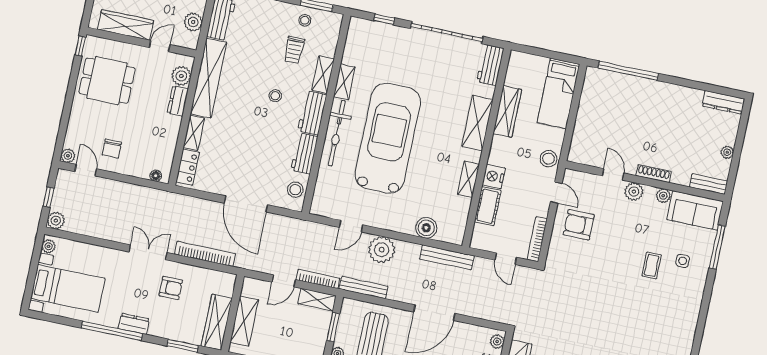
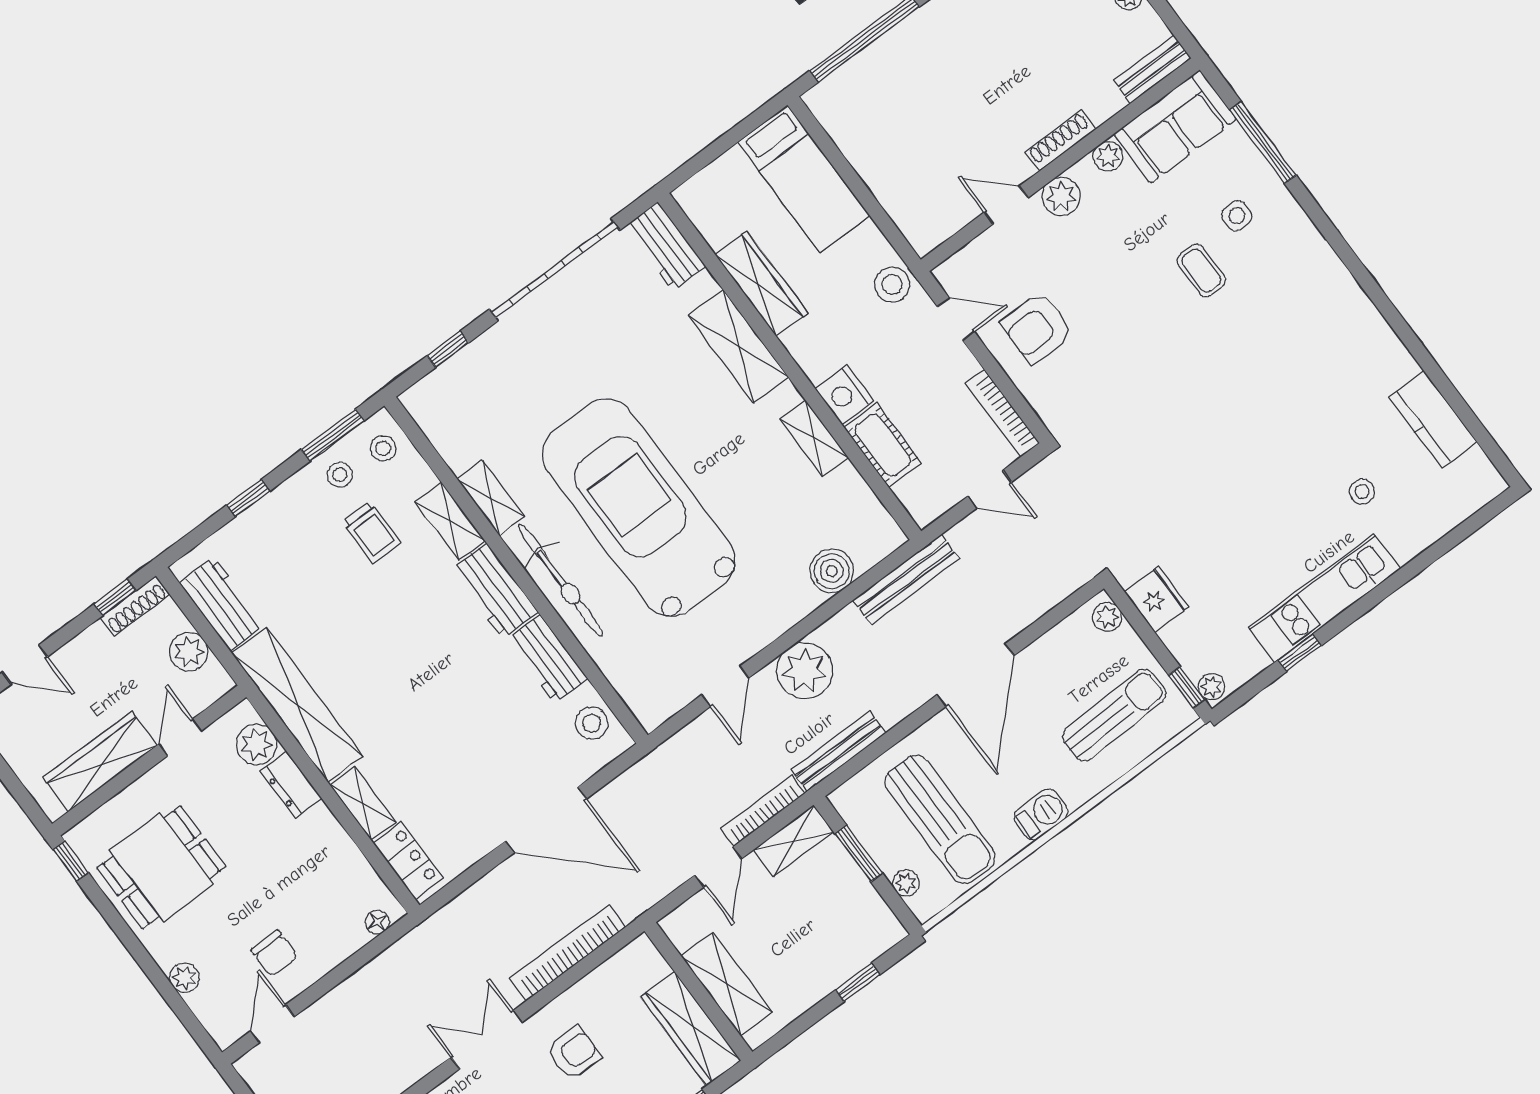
stool: (275, 96) -> (383, 448), moved
plant: (68, 156) -> (185, 978), moved
door: (86, 170) -> (272, 1024), hinge flipped

